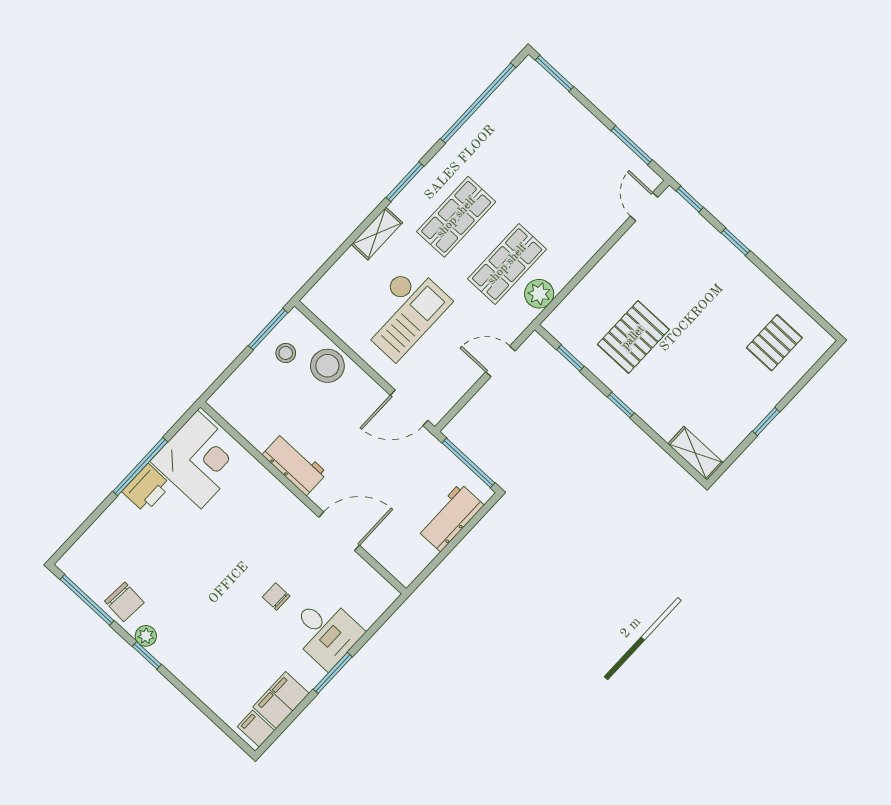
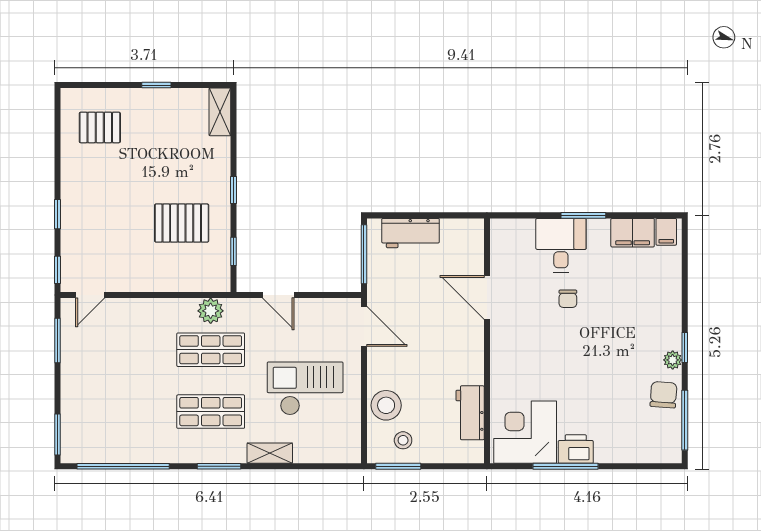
workbench: (295, 464) -> (470, 413), moved

